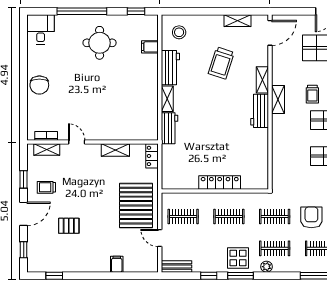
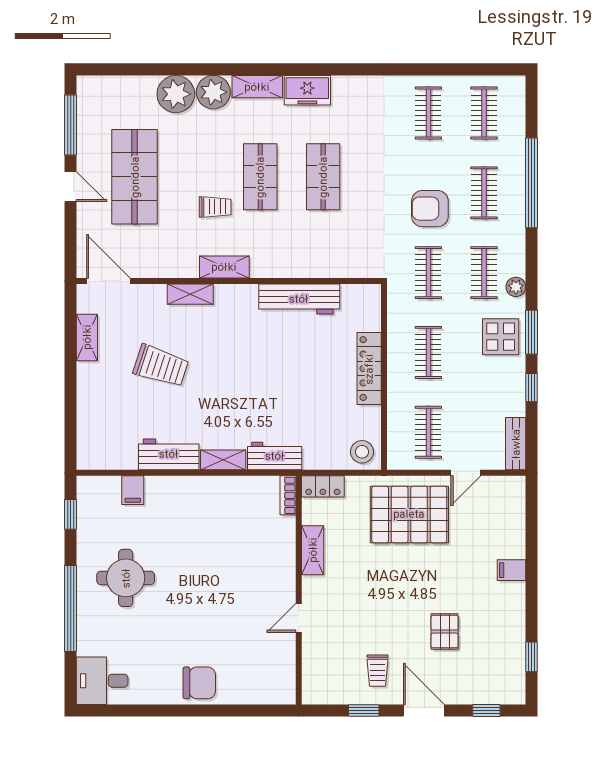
stool: (179, 32) -> (362, 452), moved
workbench: (260, 111) -> (299, 299), moved, width x1.38
bookcase: (46, 136) -> (288, 495), moved
shelving: (47, 149) -> (312, 670), removed
filing cabinet: (117, 264) -> (512, 570), moved

